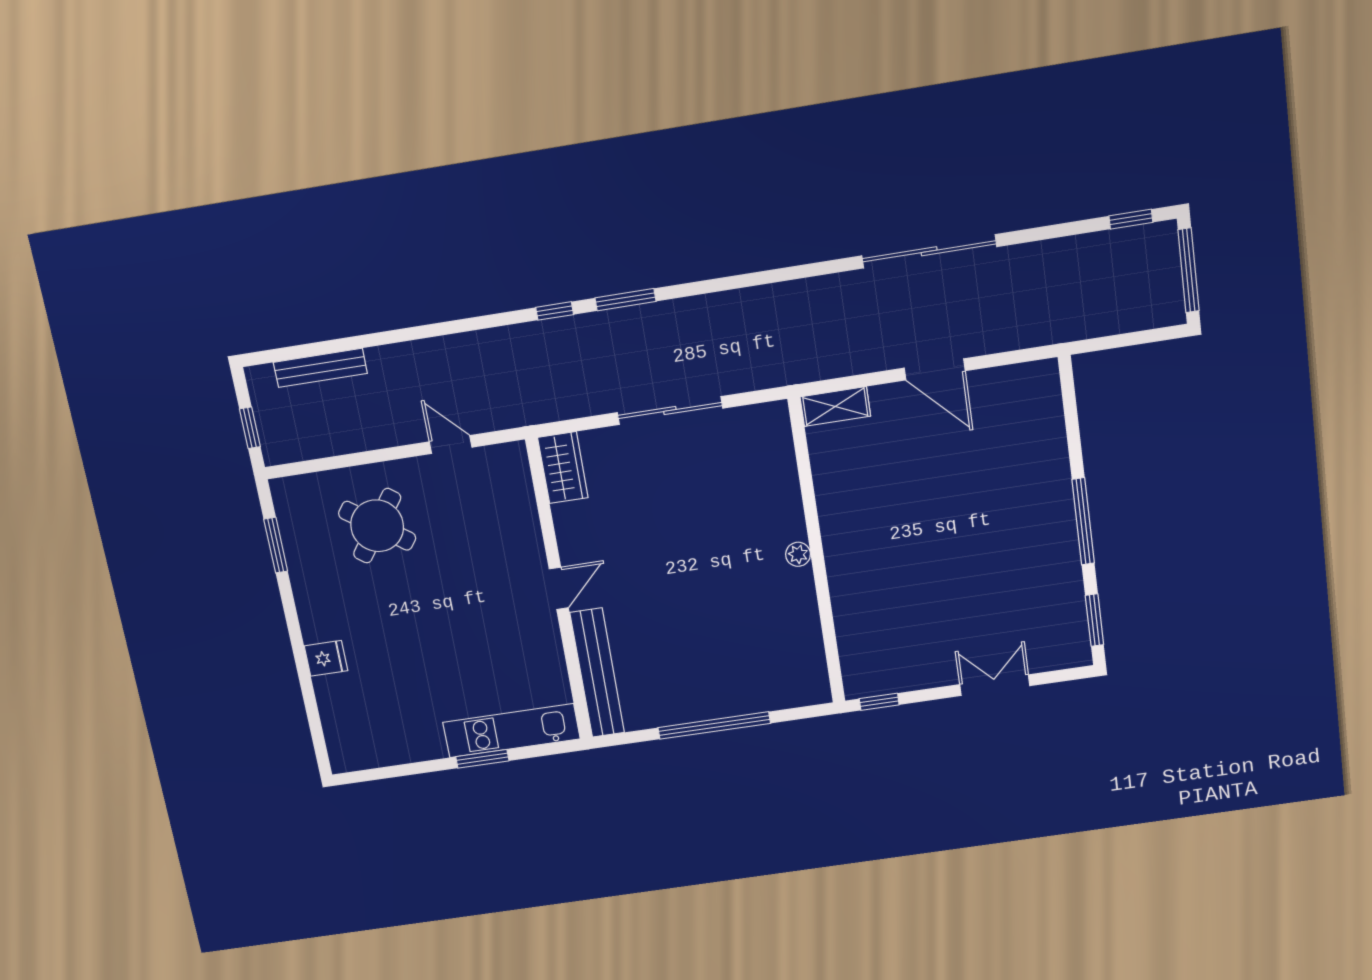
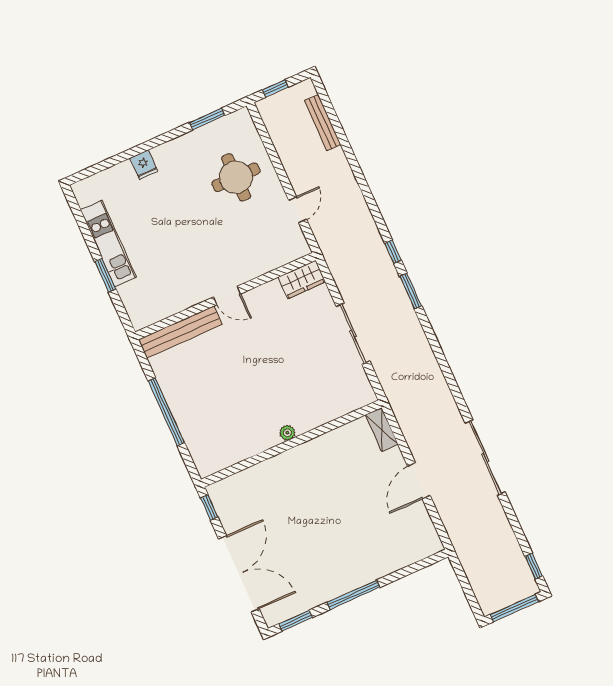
round table: (377, 526) -> (236, 177), turned -36
double door: (995, 685) -> (239, 574), width x1.87
kitchen unit: (511, 731) -> (108, 243), moved

